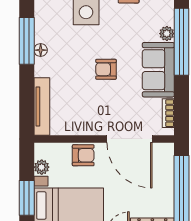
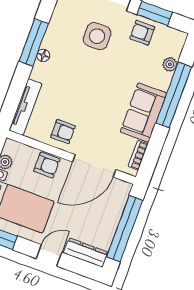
plant: (167, 34) -> (170, 64), moved
armchair: (106, 69) -> (63, 132), moved, turned 180
door: (130, 139) -> (94, 166), hinge flipped

